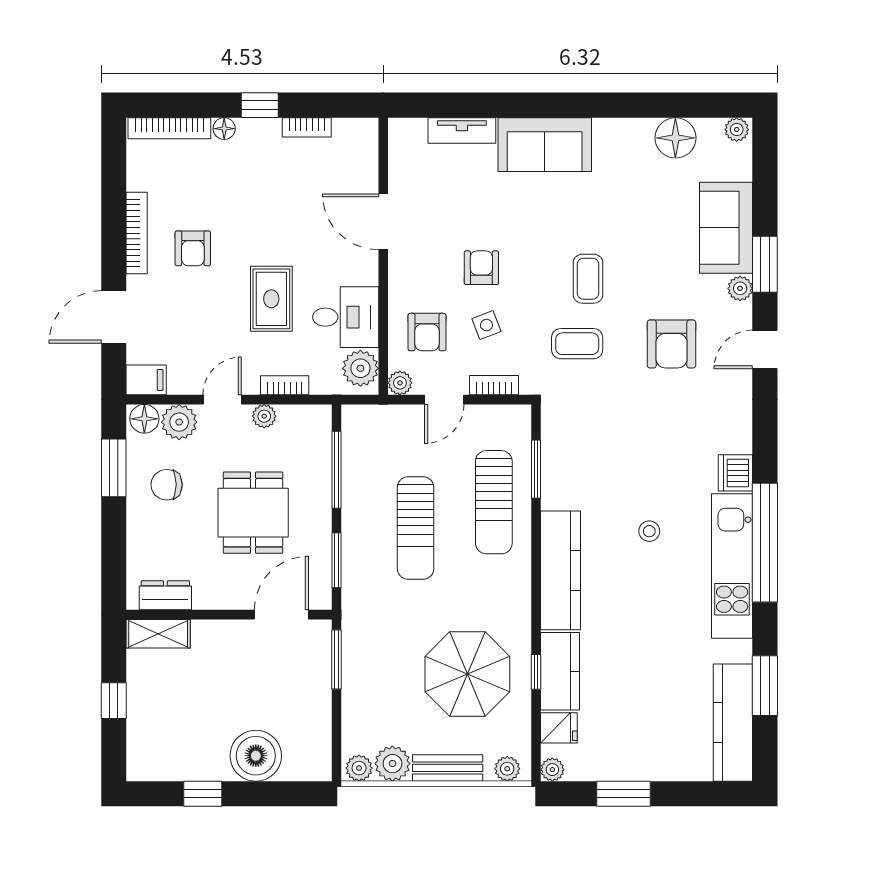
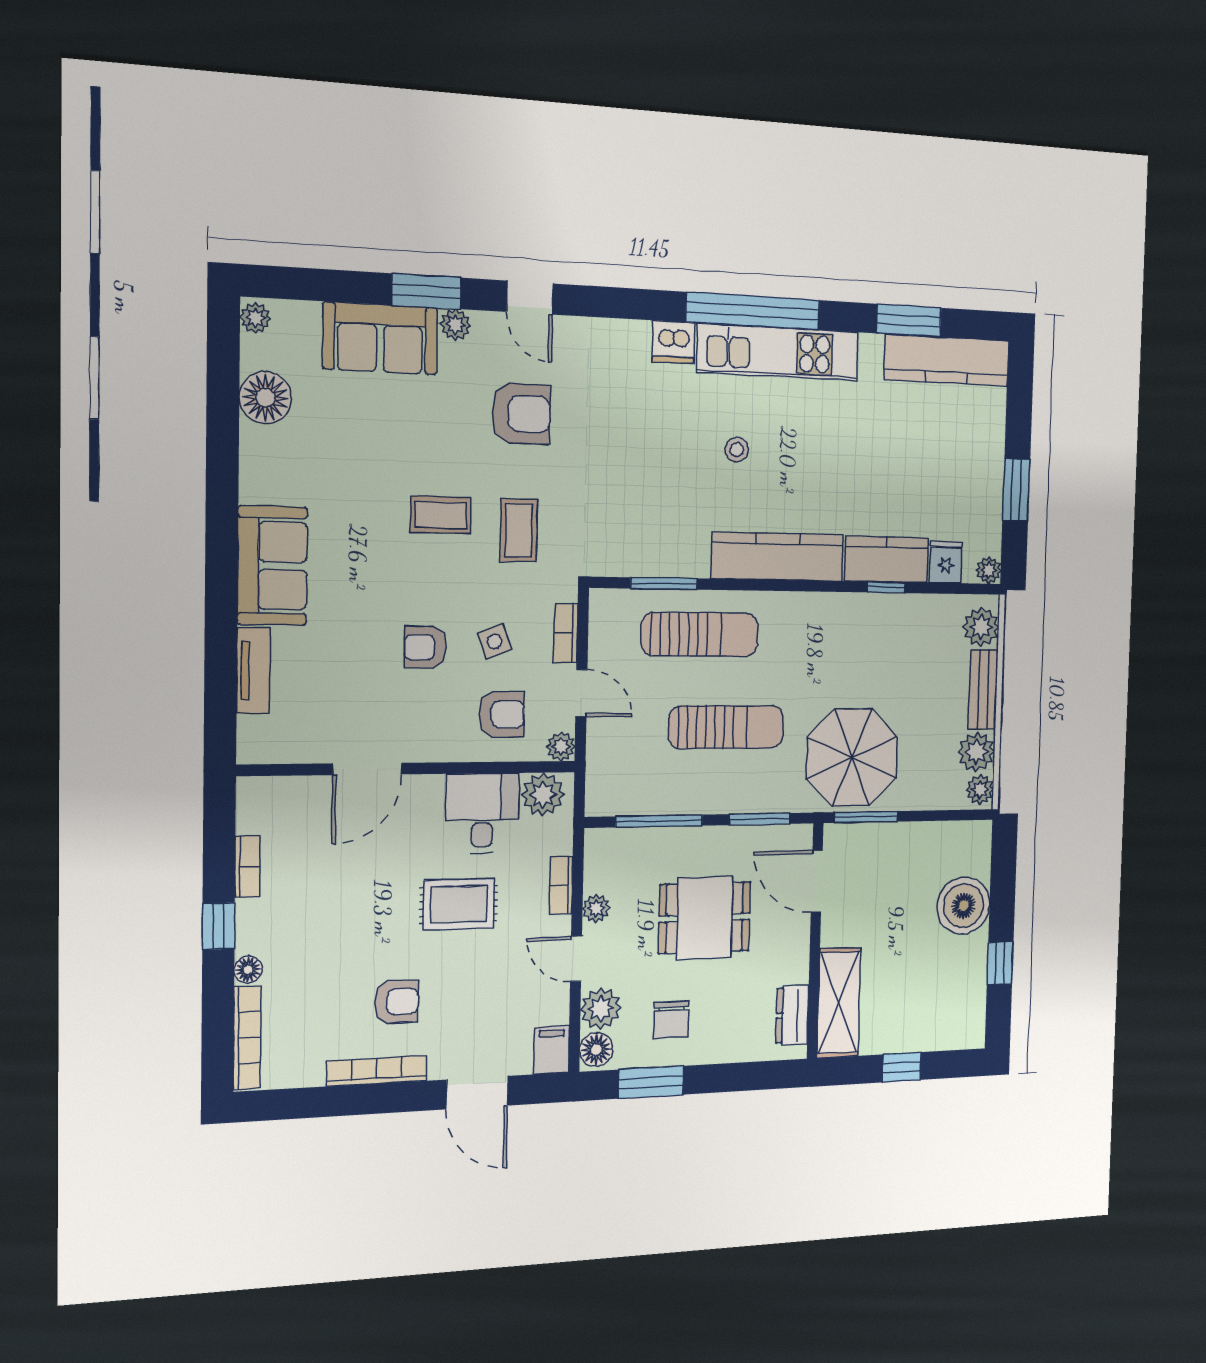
shelving: (158, 634) -> (839, 1003), width x1.50, depth x1.33
parasol: (467, 674) -> (852, 758), moved
plant: (507, 769) -> (981, 627), width x1.38, depth x1.38

